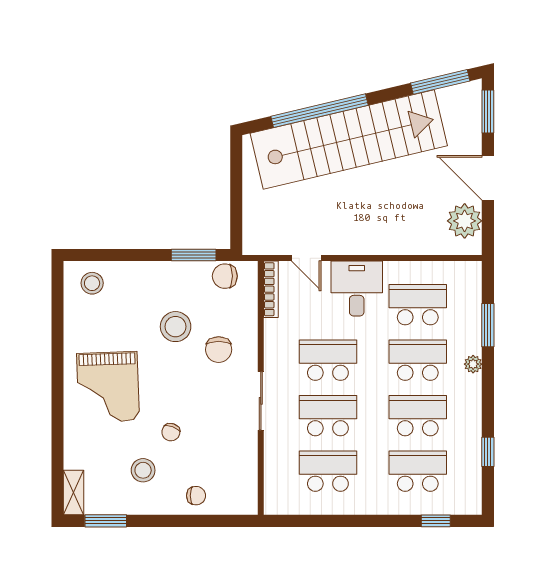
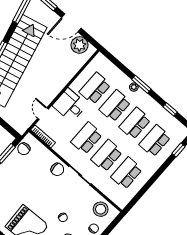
door: (306, 258) -> (43, 114), swing flipped
window: (488, 325) -> (141, 84), moved
stool: (176, 327) -> (101, 209), moved
chair: (219, 350) -> (57, 169), moved

